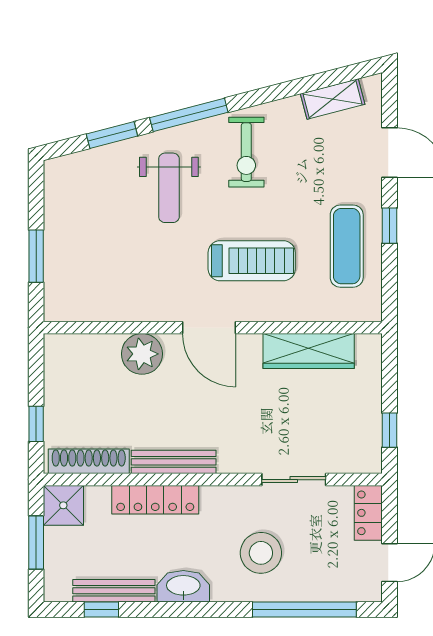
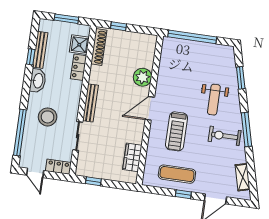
window: (189, 115) -> (246, 129), moved
weight bench: (169, 188) -> (214, 100), turned -90
window: (36, 256) -> (192, 37), width x2.11
wardrobe: (309, 351) -> (132, 157), width x0.67
bench: (174, 462) -> (90, 103), moved
locker: (155, 500) -> (79, 67), width x0.66
shower: (63, 505) -> (79, 45), moved
window: (101, 610) -> (31, 57), moved

